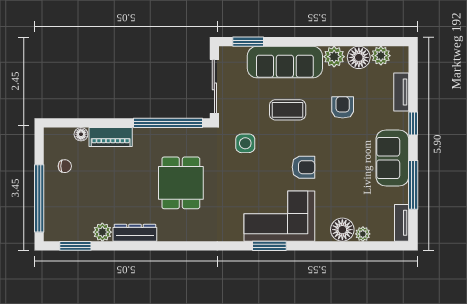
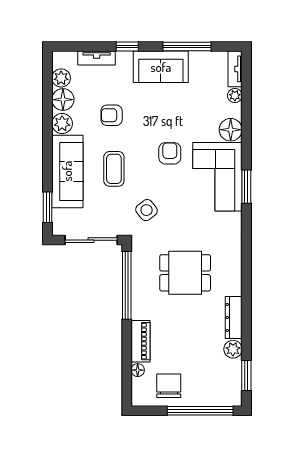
side table: (245, 143) -> (147, 210), turned -37
chair: (65, 166) -> (169, 386), width x1.87, depth x1.87
tv unit: (402, 223) -> (235, 69), moved, turned 90
floor lamp: (342, 230) -> (231, 130), moved

